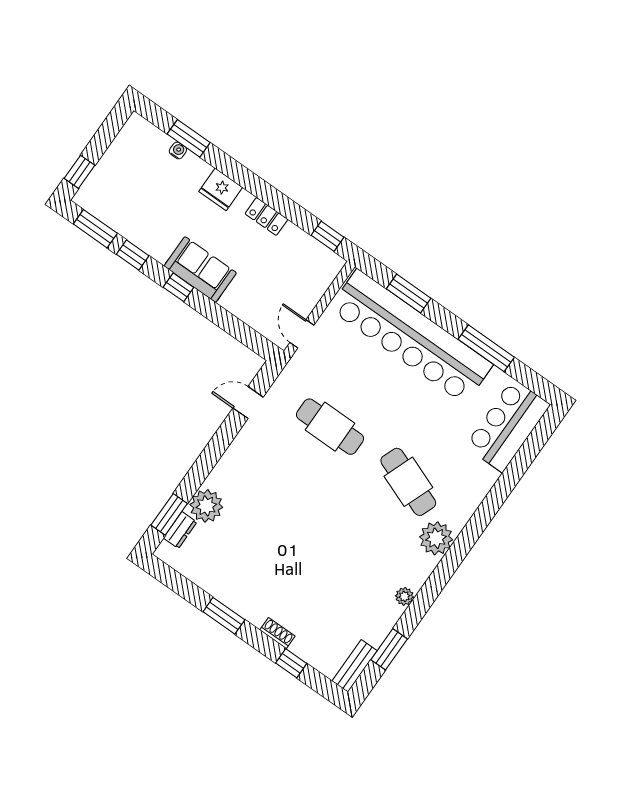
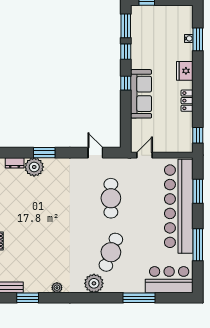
sofa: (200, 269) -> (141, 94), width x1.36
window: (503, 488) -> (139, 298), added
window: (169, 514) -> (44, 153), moved

